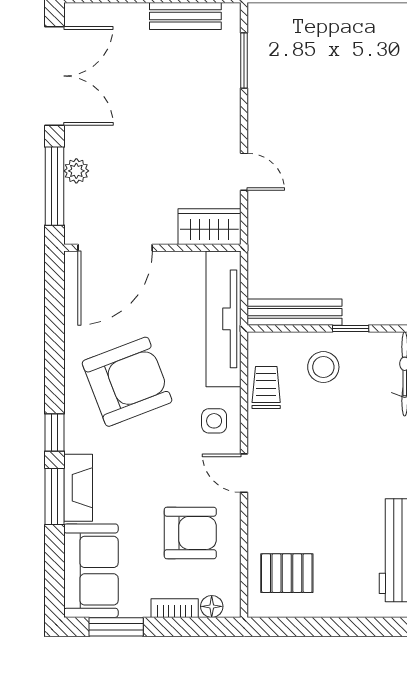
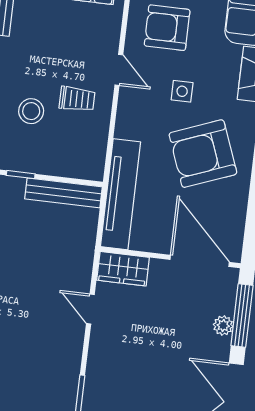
door: (115, 248) -> (200, 261), hinge flipped
stool: (323, 367) -> (31, 111), moved
trolley: (266, 388) -> (77, 99), moved, turned -90
side table: (214, 421) -> (182, 91), moved

